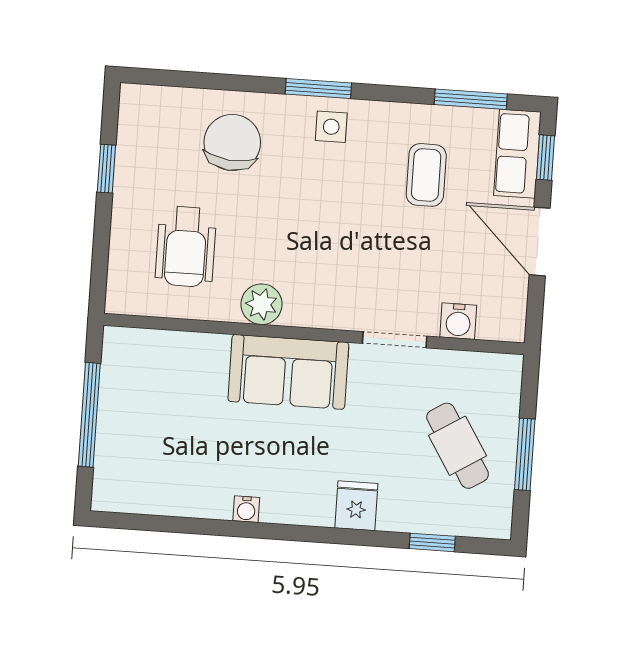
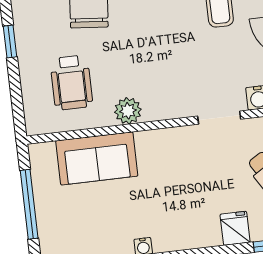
sofa: (288, 372) -> (97, 158), moved
fridge: (356, 506) -> (235, 228), moved

